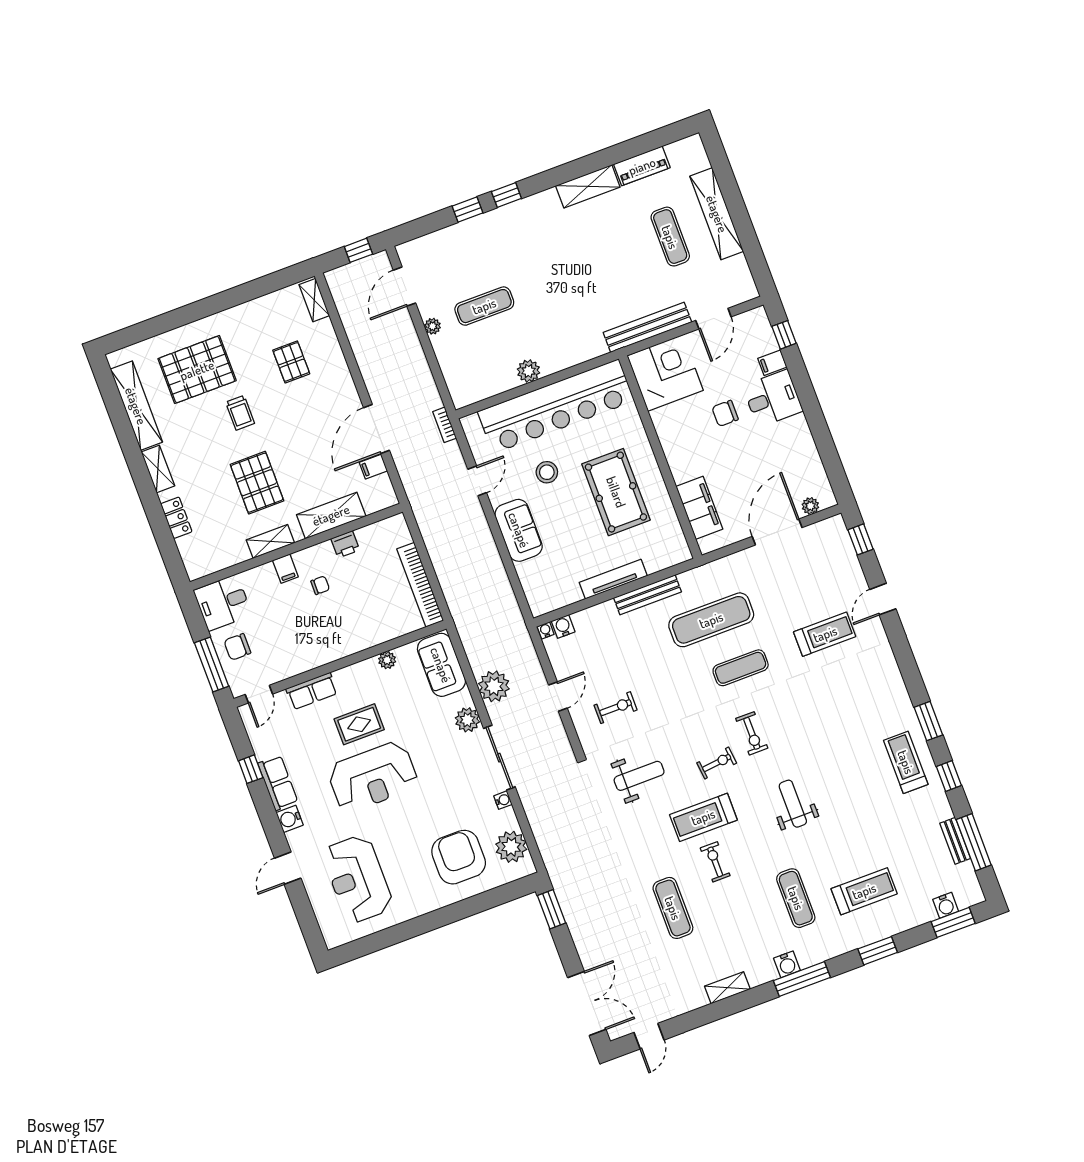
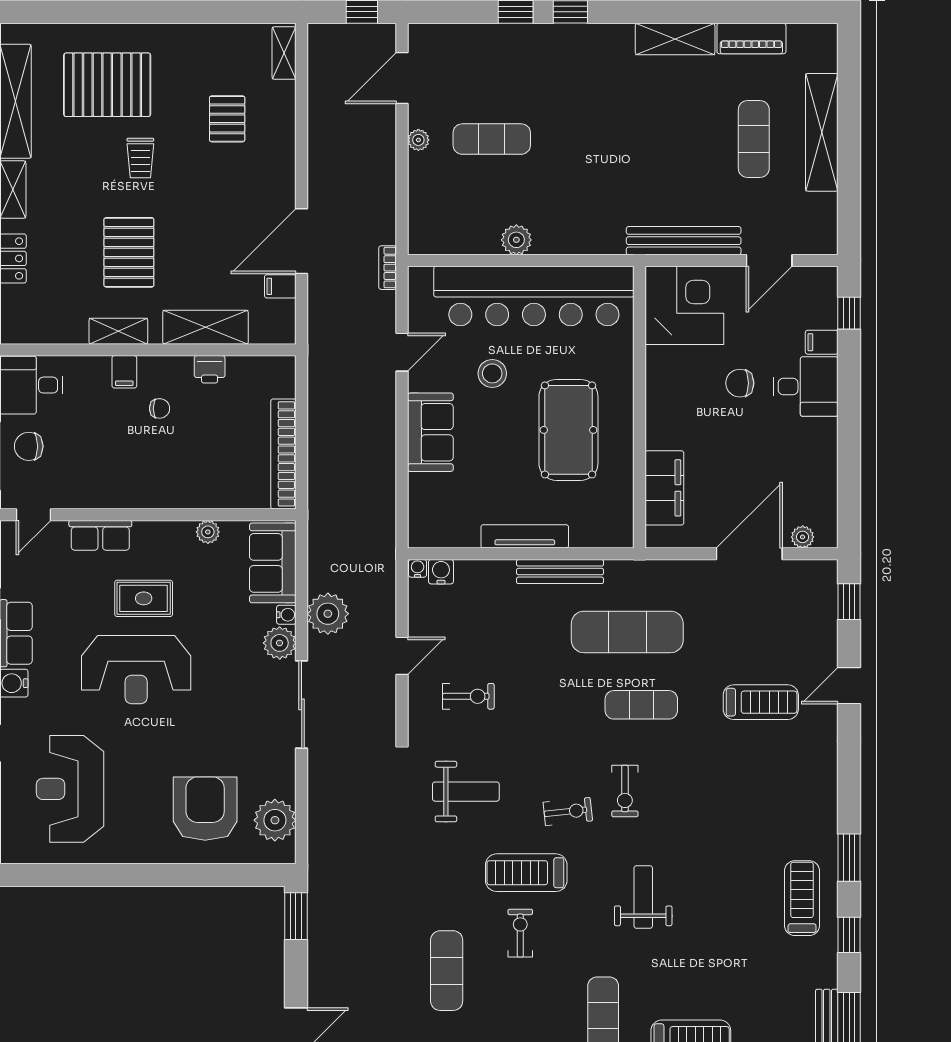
water cooler: (503, 800) -> (286, 615), moved

